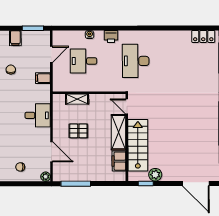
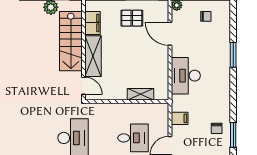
desk: (38, 115) -> (186, 76), width x1.37
pallet: (78, 131) -> (132, 18), moved

